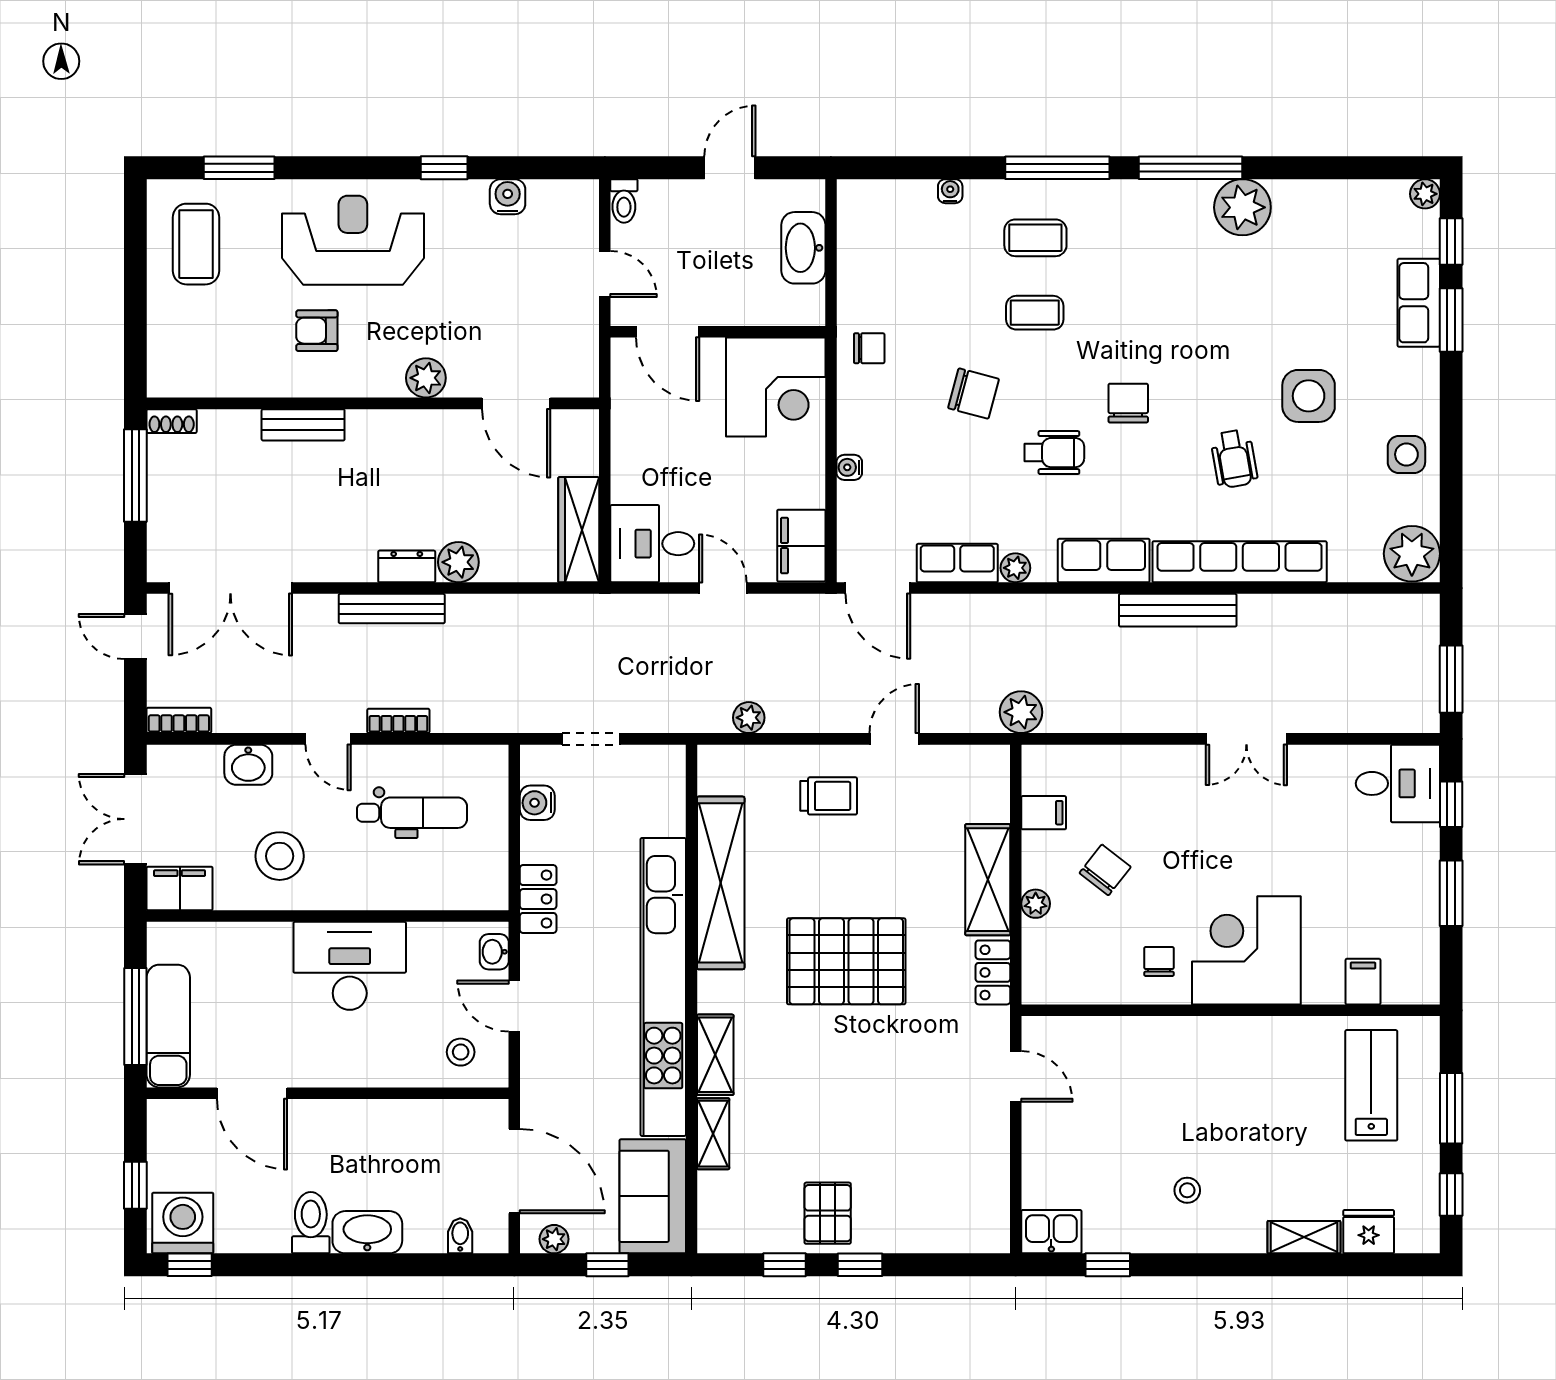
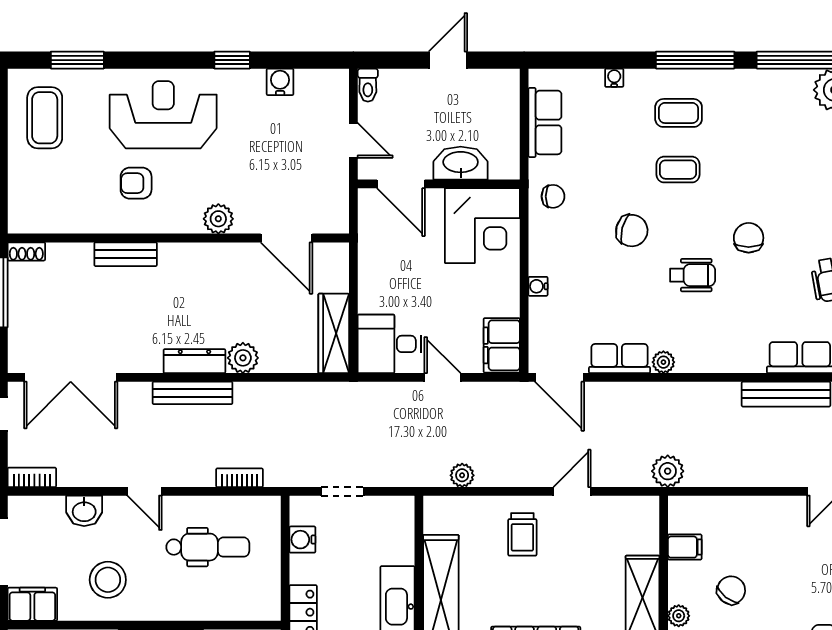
washbasin: (803, 248) -> (461, 163), moved, turned 90
row of seats: (1104, 561) -> (545, 122), moved, turned 90
dresser: (407, 566) -> (194, 361), width x1.44
bookcase: (398, 721) -> (239, 478), moved
trolley: (829, 796) -> (522, 534), turned 90

